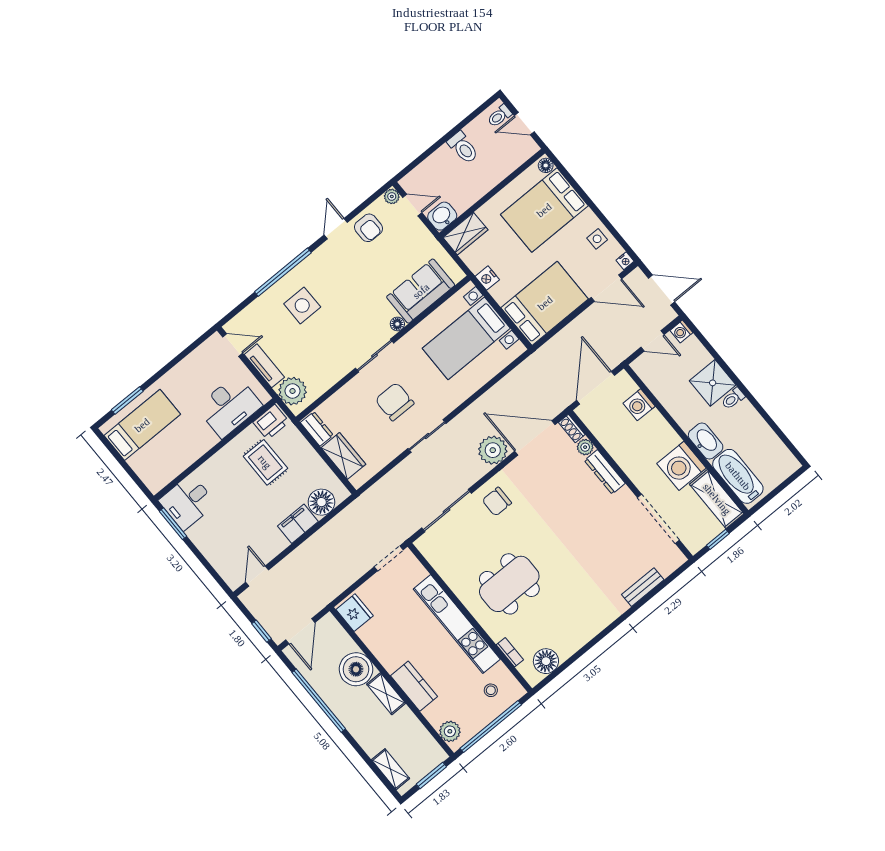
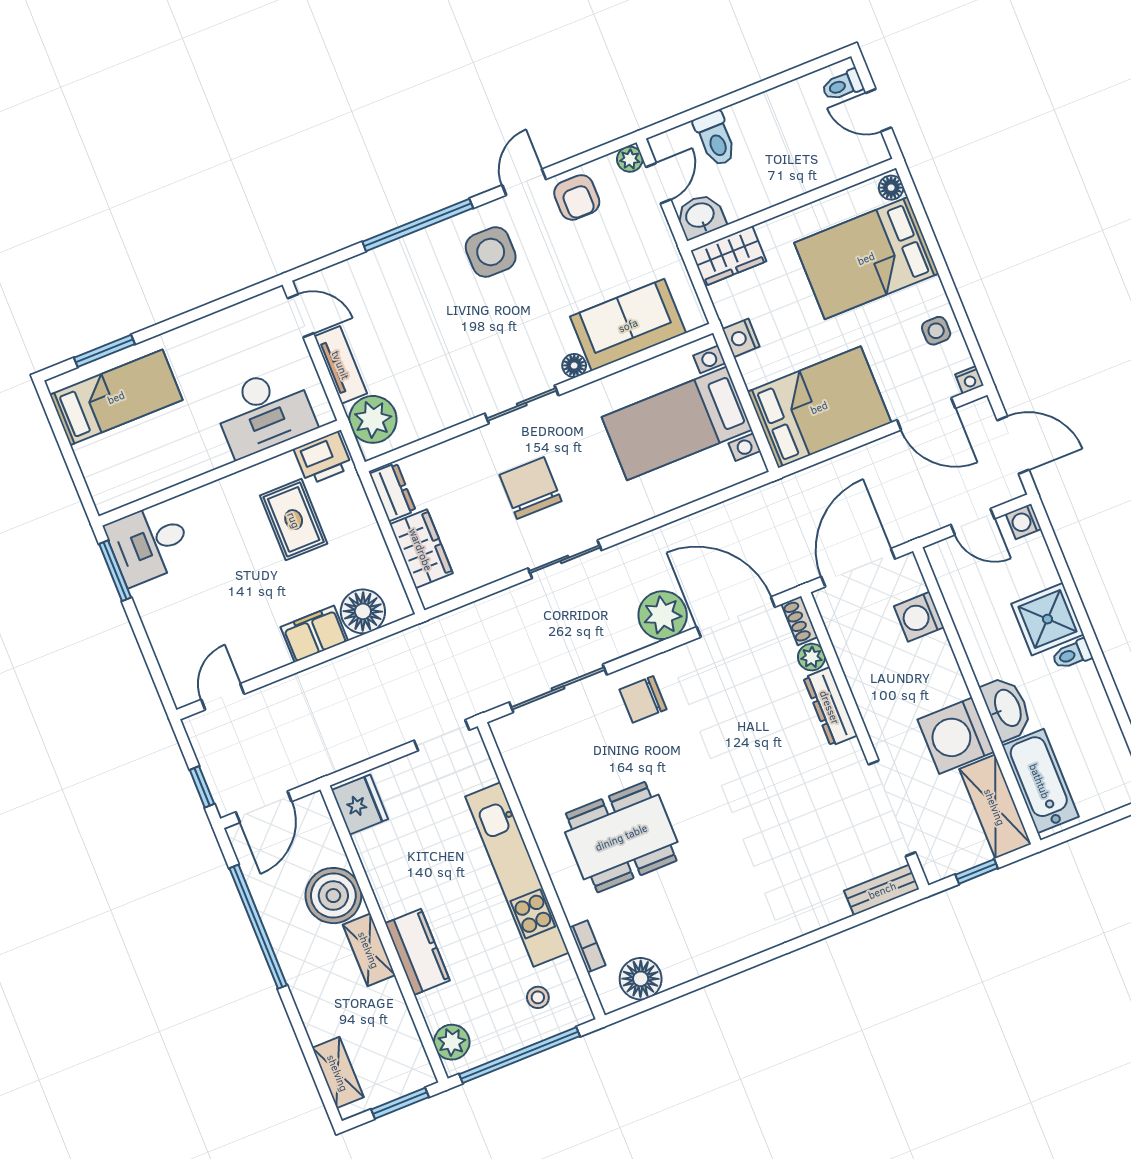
toilet: (463, 148) -> (715, 139), moved
door: (412, 205) -> (658, 183), hinge flipped
side table: (302, 305) -> (491, 252), moved
bench: (643, 587) -> (882, 890), moved

